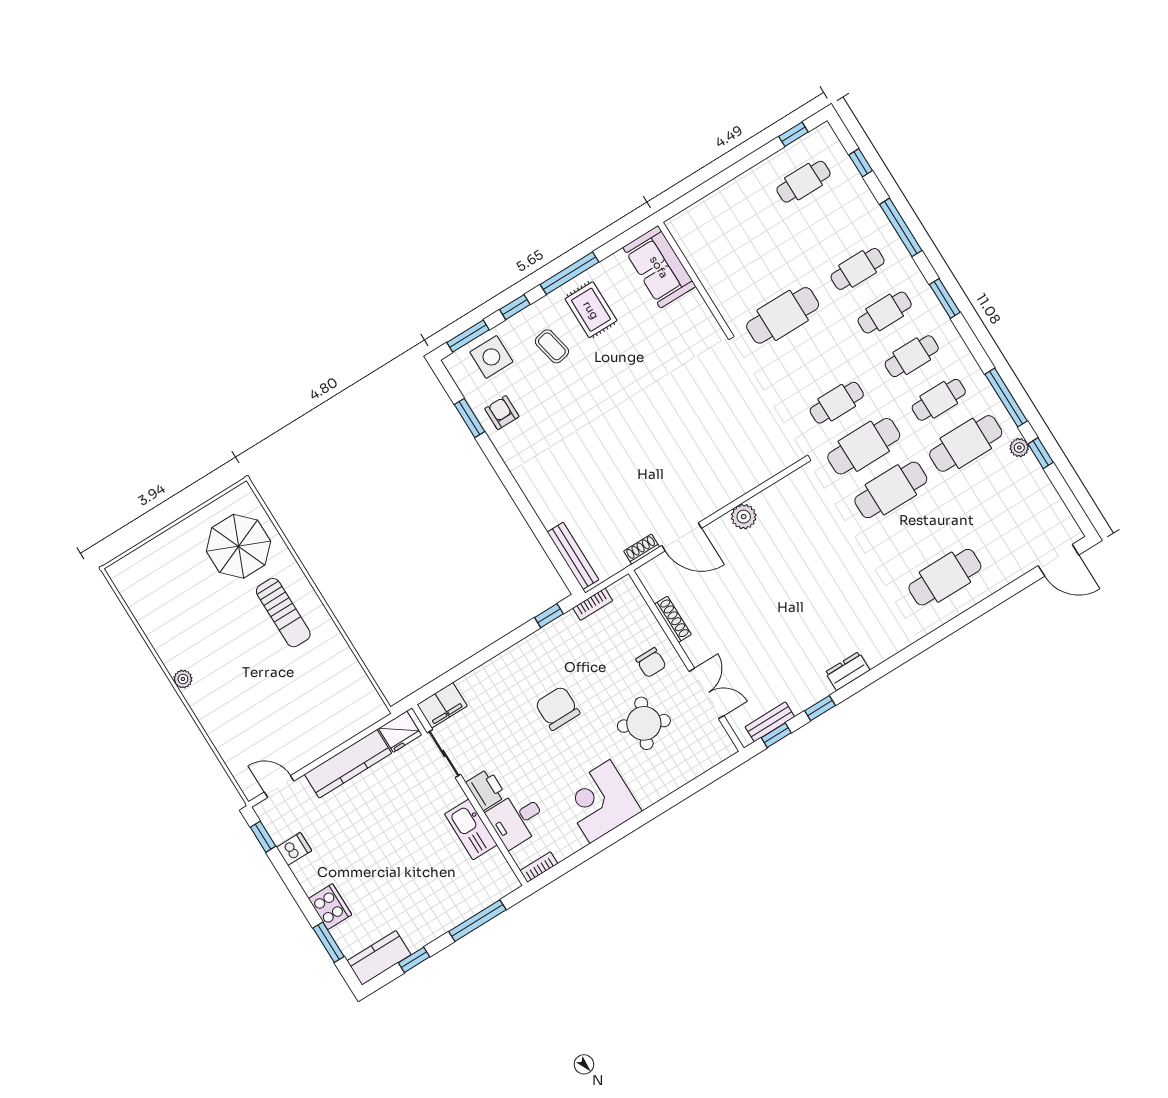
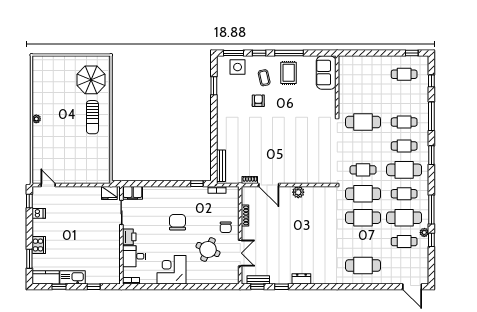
cafe table: (912, 356) -> (404, 170), width x1.37, depth x1.35
armchair: (502, 413) -> (258, 101), moved
cafe table: (993, 487) -> (404, 242), added
kitchen counter: (348, 764) -> (81, 193), removed
kitchen sink: (471, 829) -> (73, 277), moved, turned 90
window: (477, 921) -> (94, 287), width x0.46

